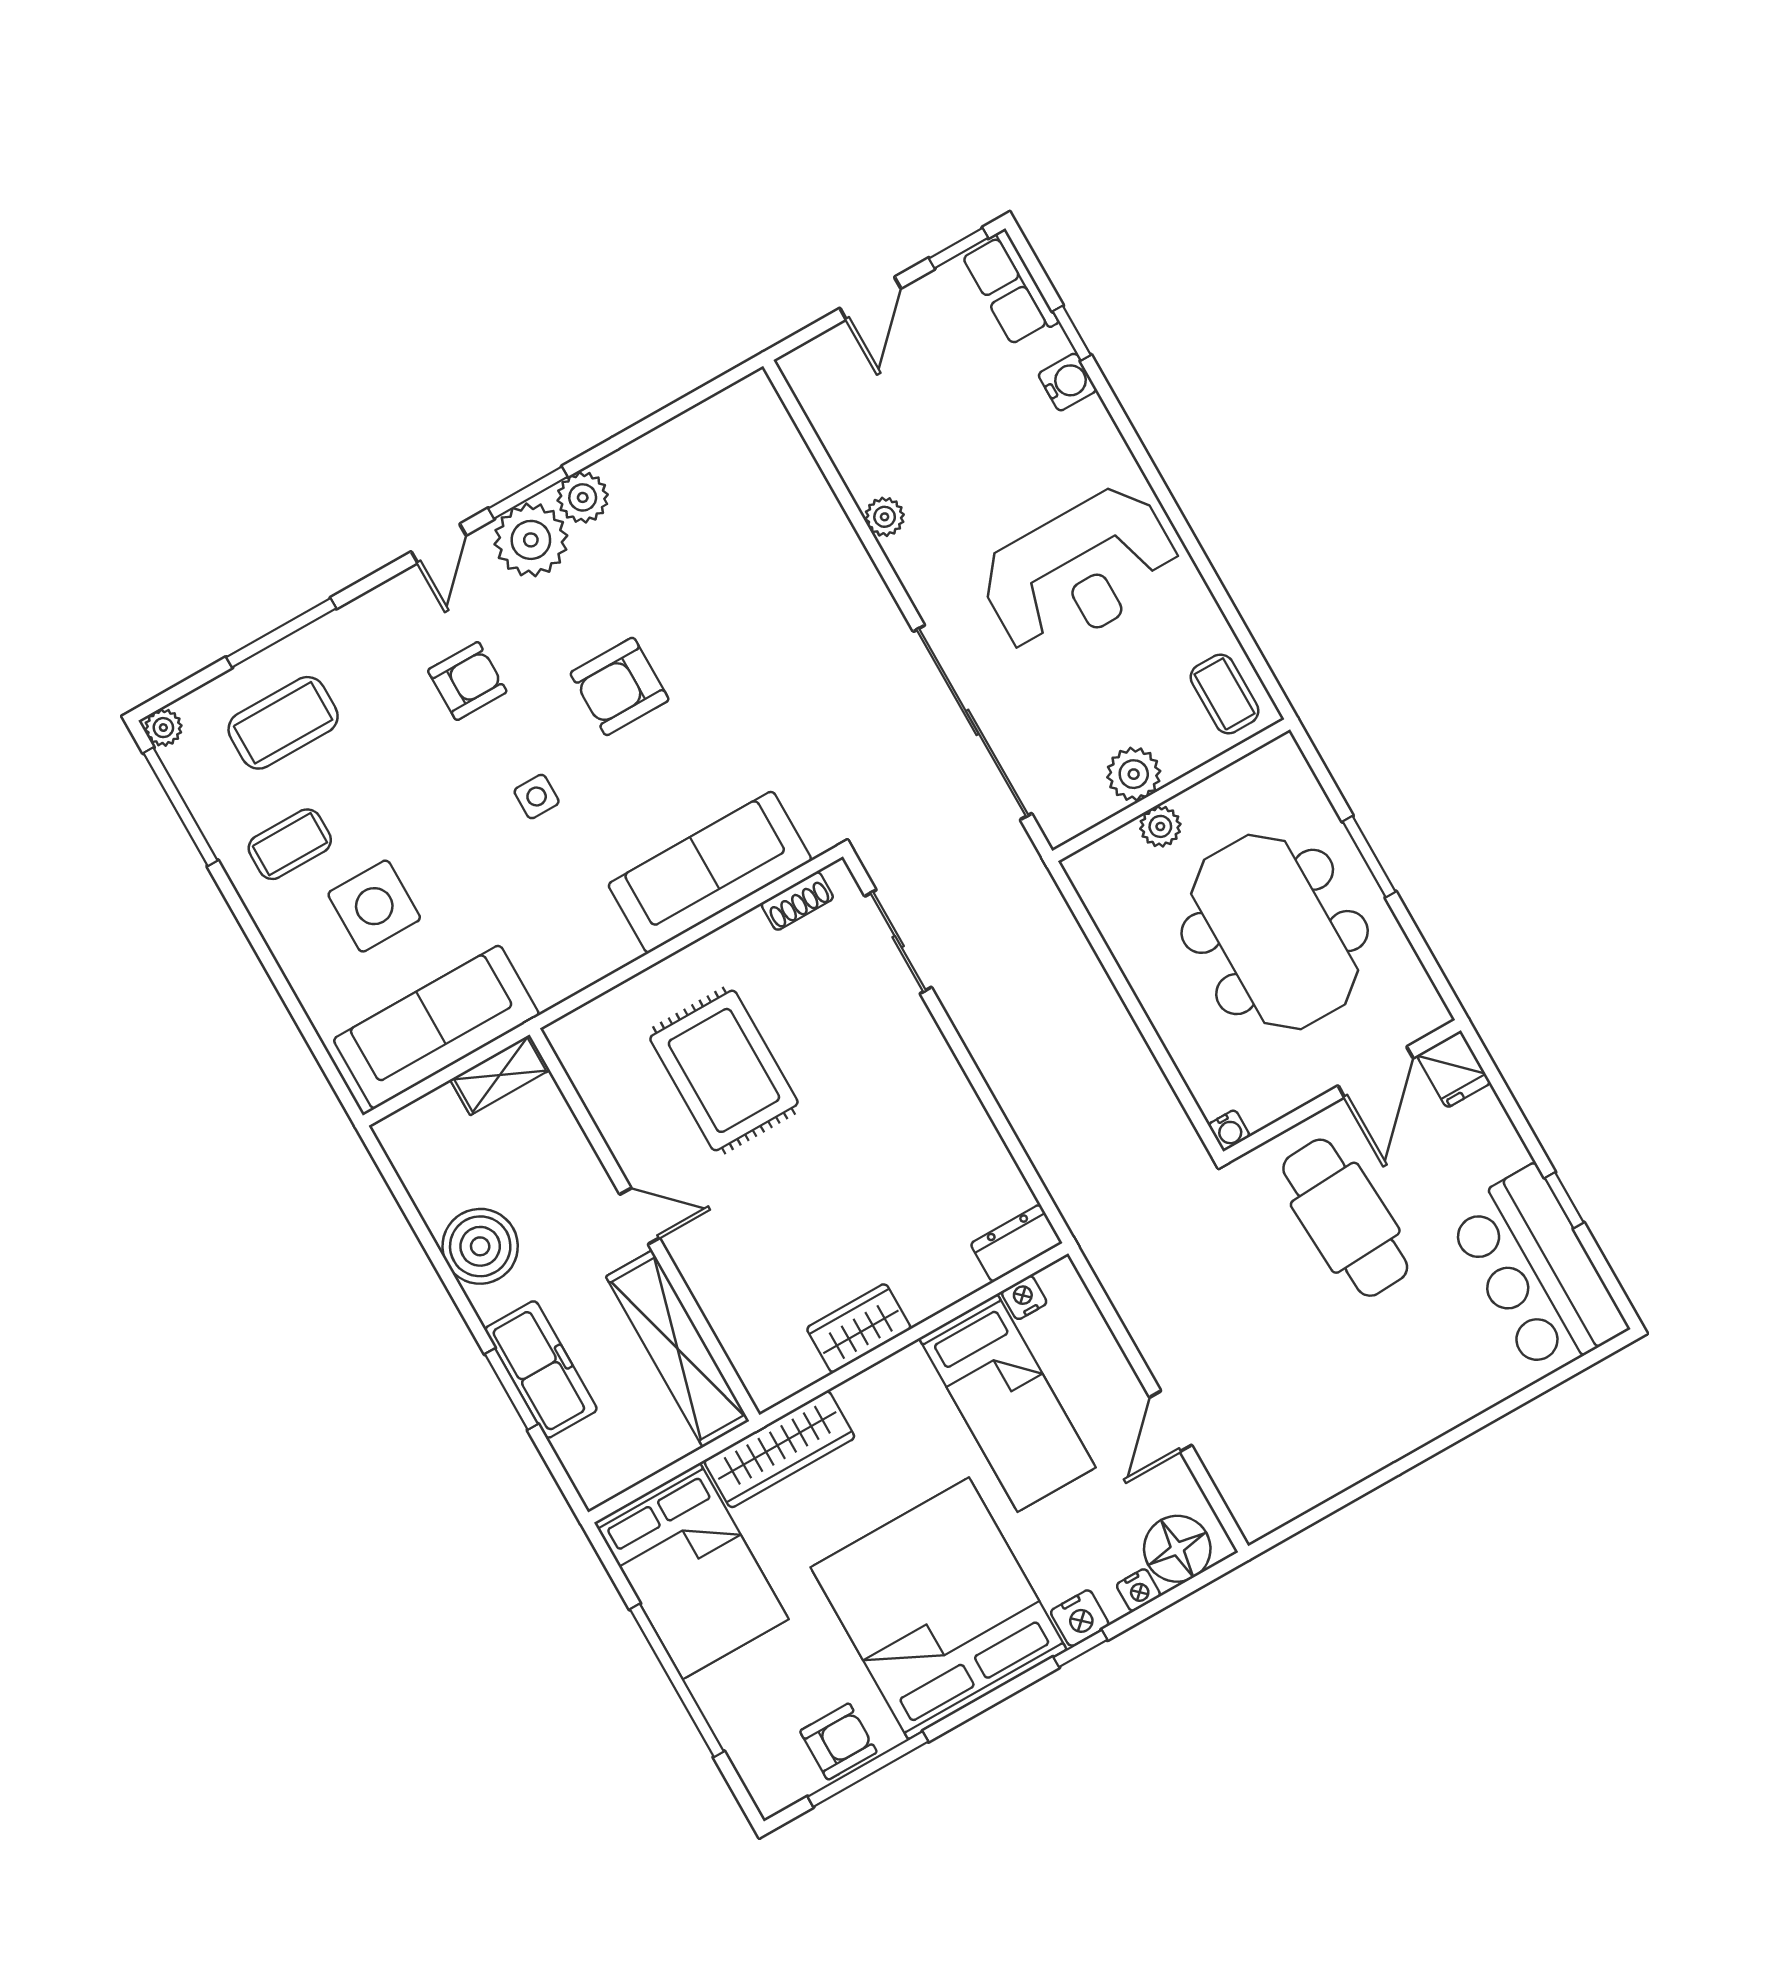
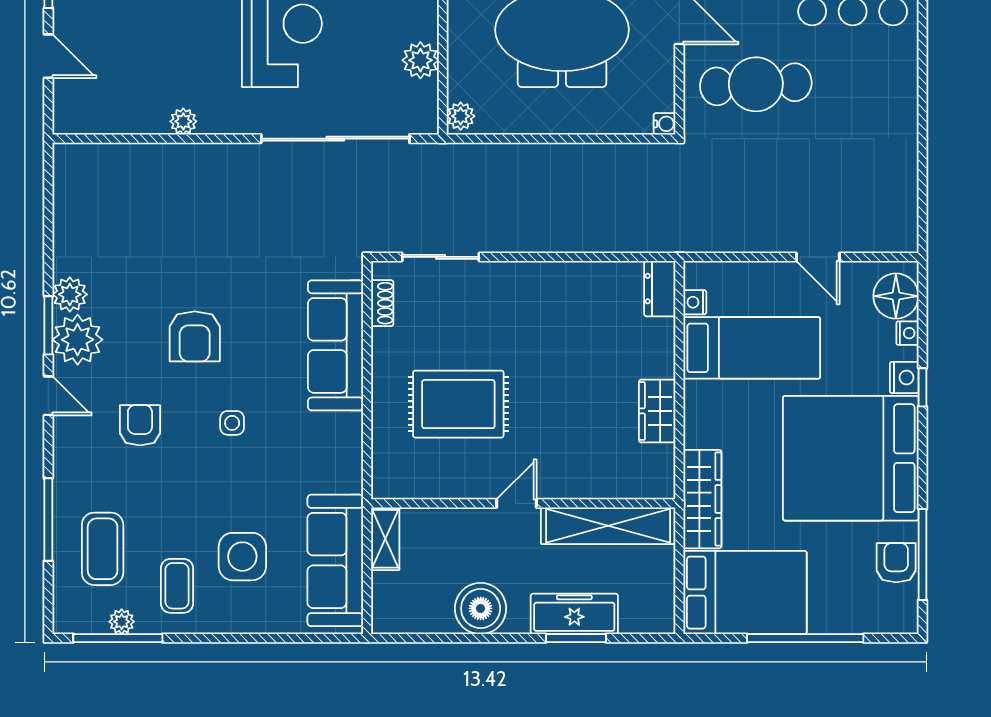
plant: (163, 728) -> (122, 622), moved
plant: (1160, 826) -> (461, 116), moved

